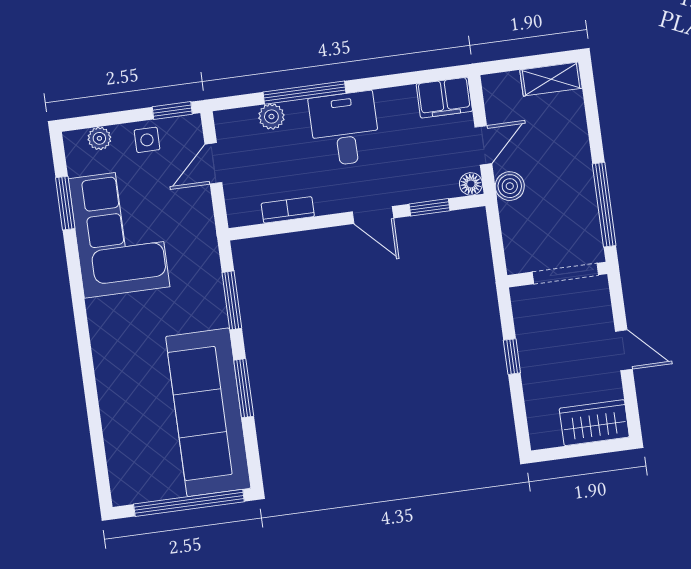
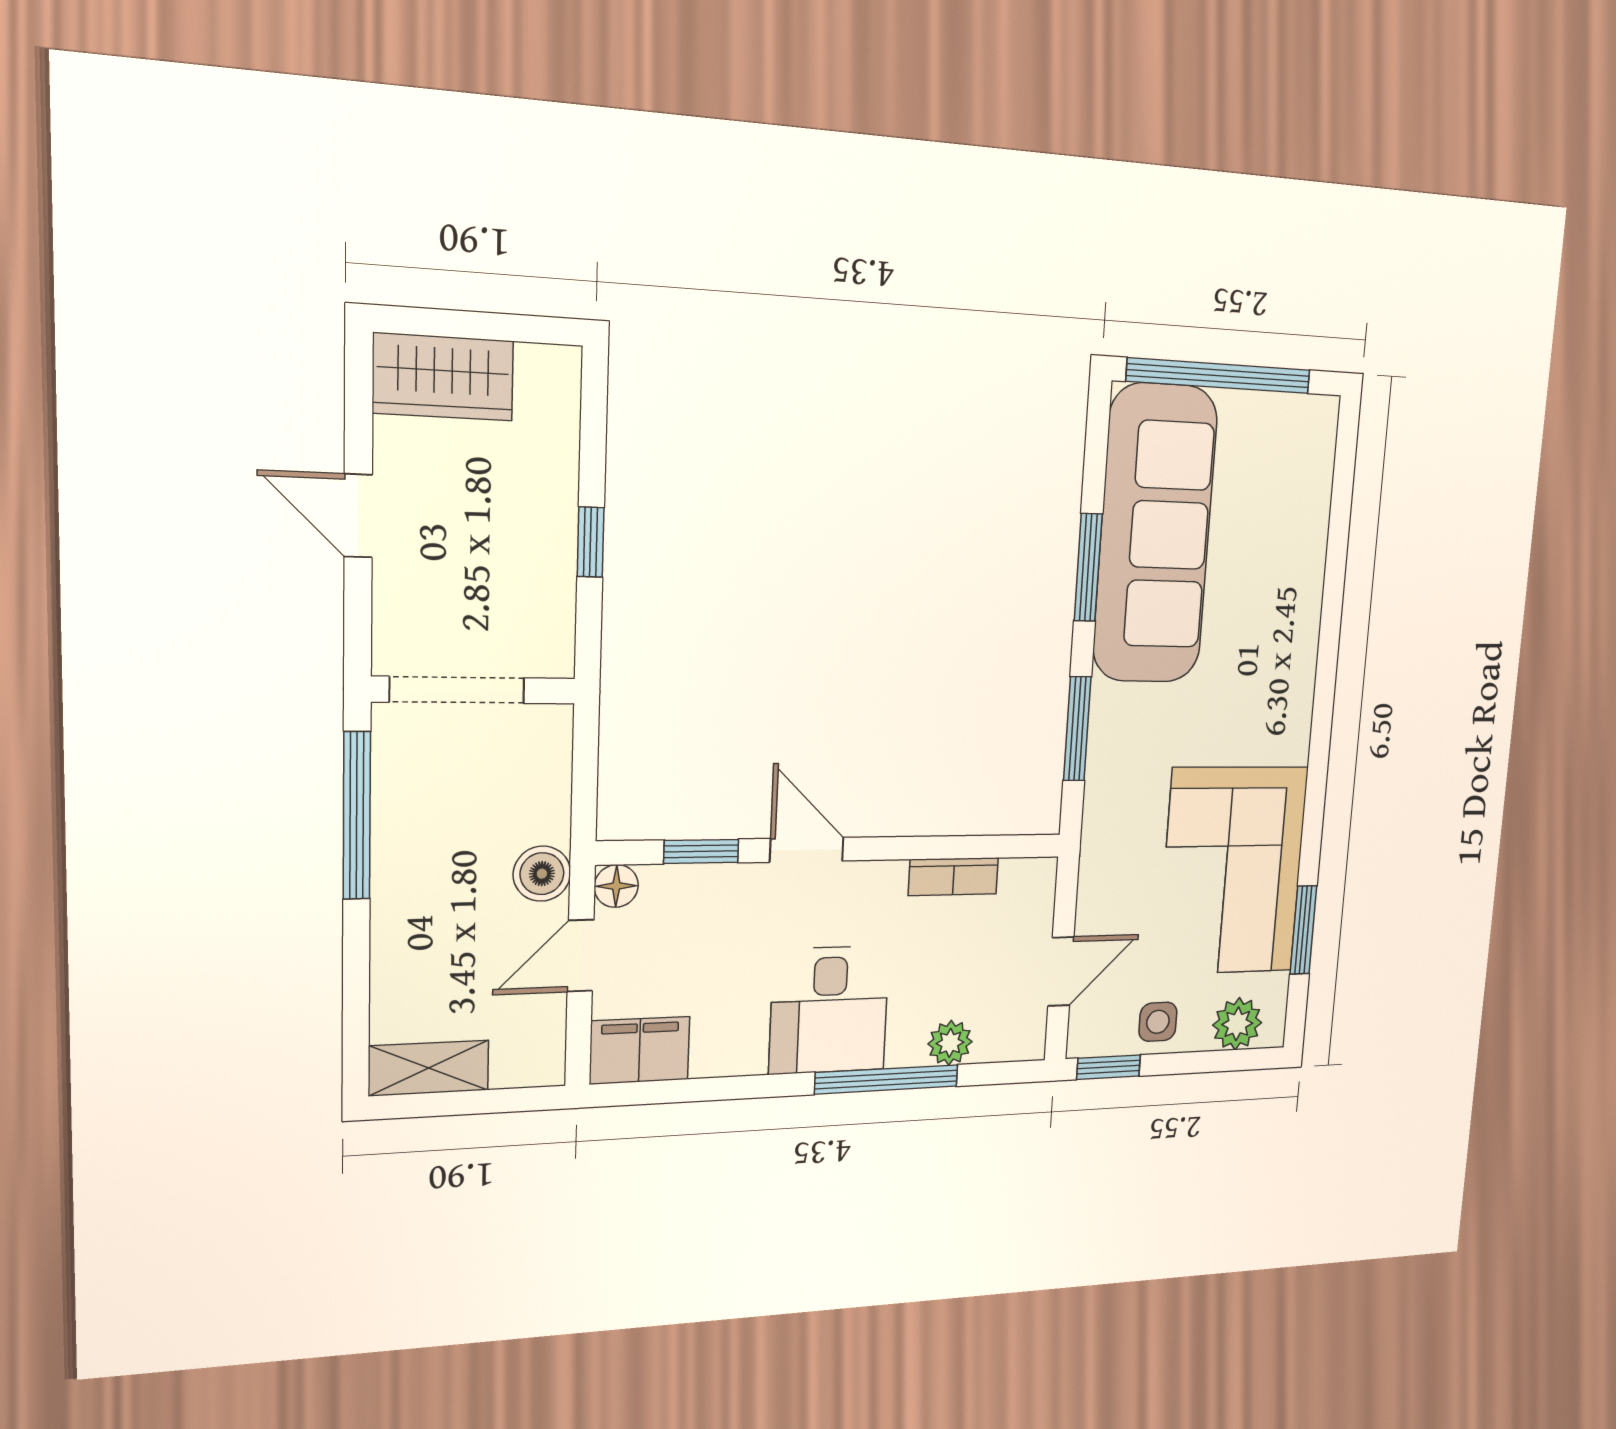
plant: (99, 138) -> (1237, 1024), width x1.38, depth x1.38

